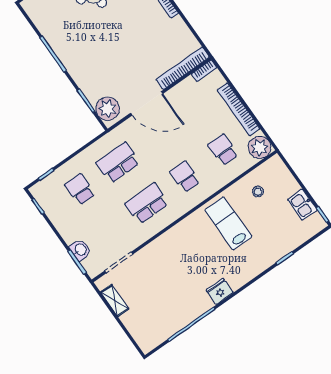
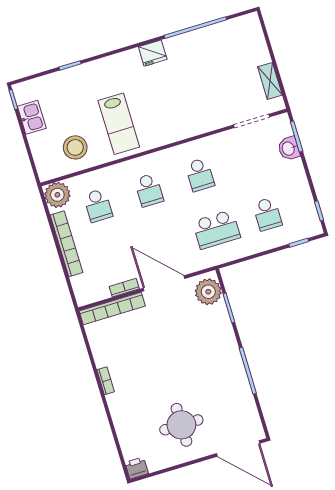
bookcase: (204, 71) -> (124, 288), moved
stool: (258, 192) -> (75, 147), width x1.89, depth x1.89
school desk: (147, 204) -> (200, 175), width x0.54

